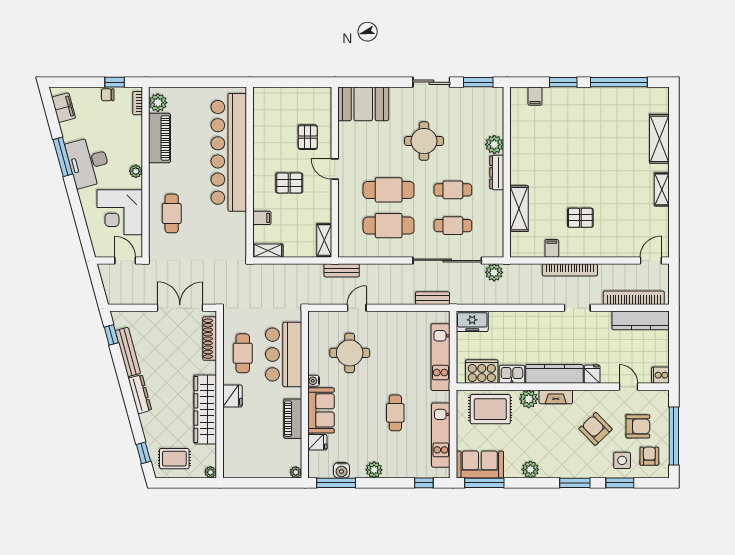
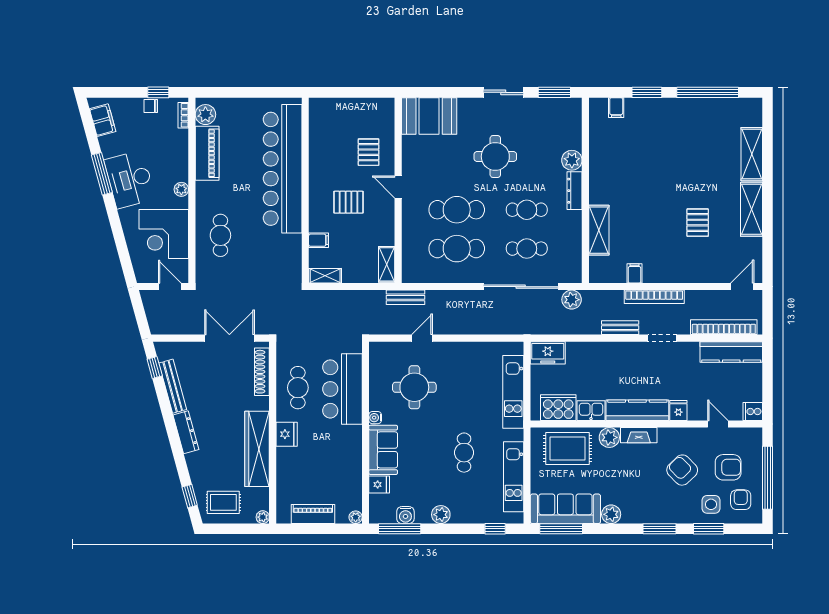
shelving: (662, 189) -> (752, 209), width x1.50, depth x1.33
pallet: (580, 218) -> (698, 223), moved, turned 90
bench: (433, 298) -> (620, 328), moved
piano: (293, 419) -> (313, 514), moved, turned 90
sofa: (480, 464) -> (565, 509), width x1.36

